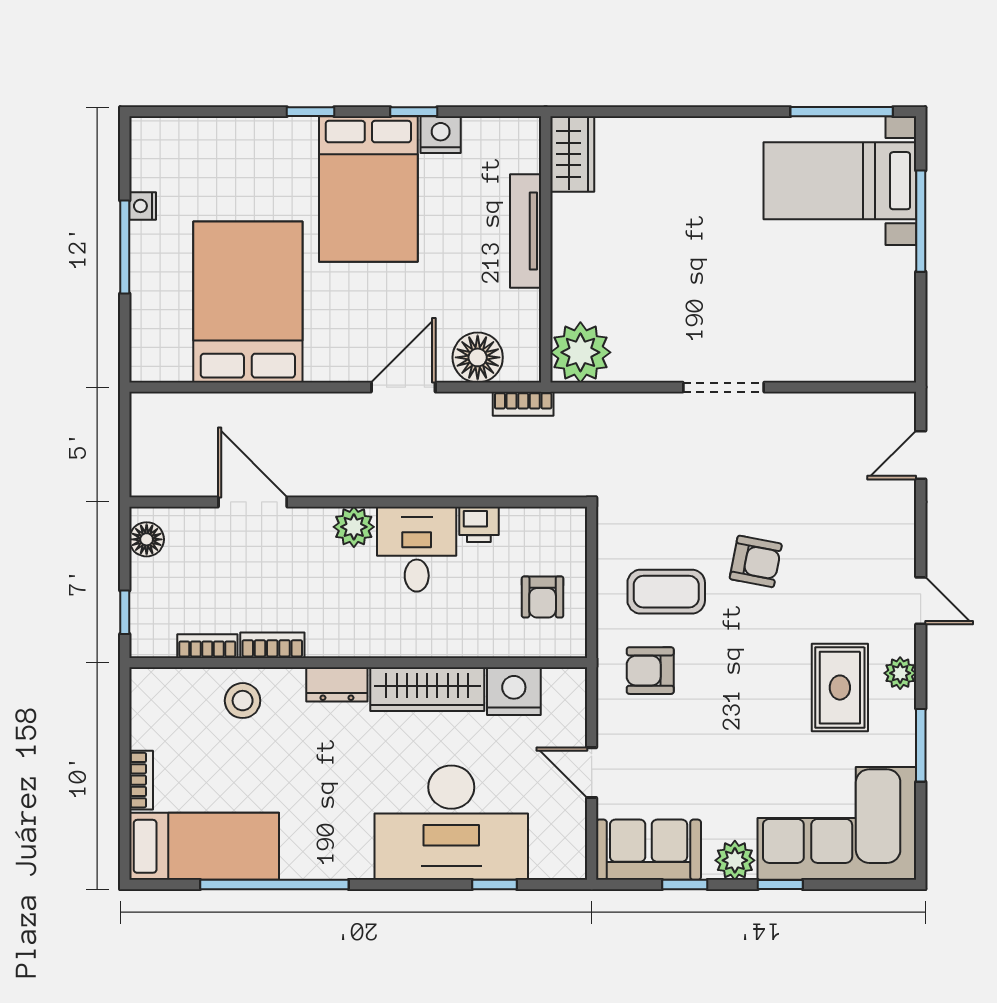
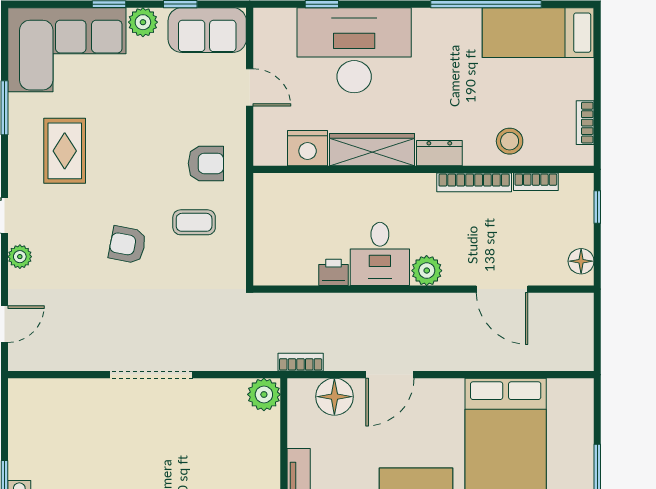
plant: (580, 352) -> (264, 394), width x0.73, depth x0.73
doorway: (724, 387) -> (151, 375), width x1.36
coffee table: (666, 592) -> (194, 222), width x0.73, depth x0.77
armchair: (543, 597) -> (286, 218), removed
bookcase: (272, 645) -> (474, 182), width x1.56
plant: (900, 673) -> (20, 257), moved
bookcase: (141, 780) -> (585, 123), moved

